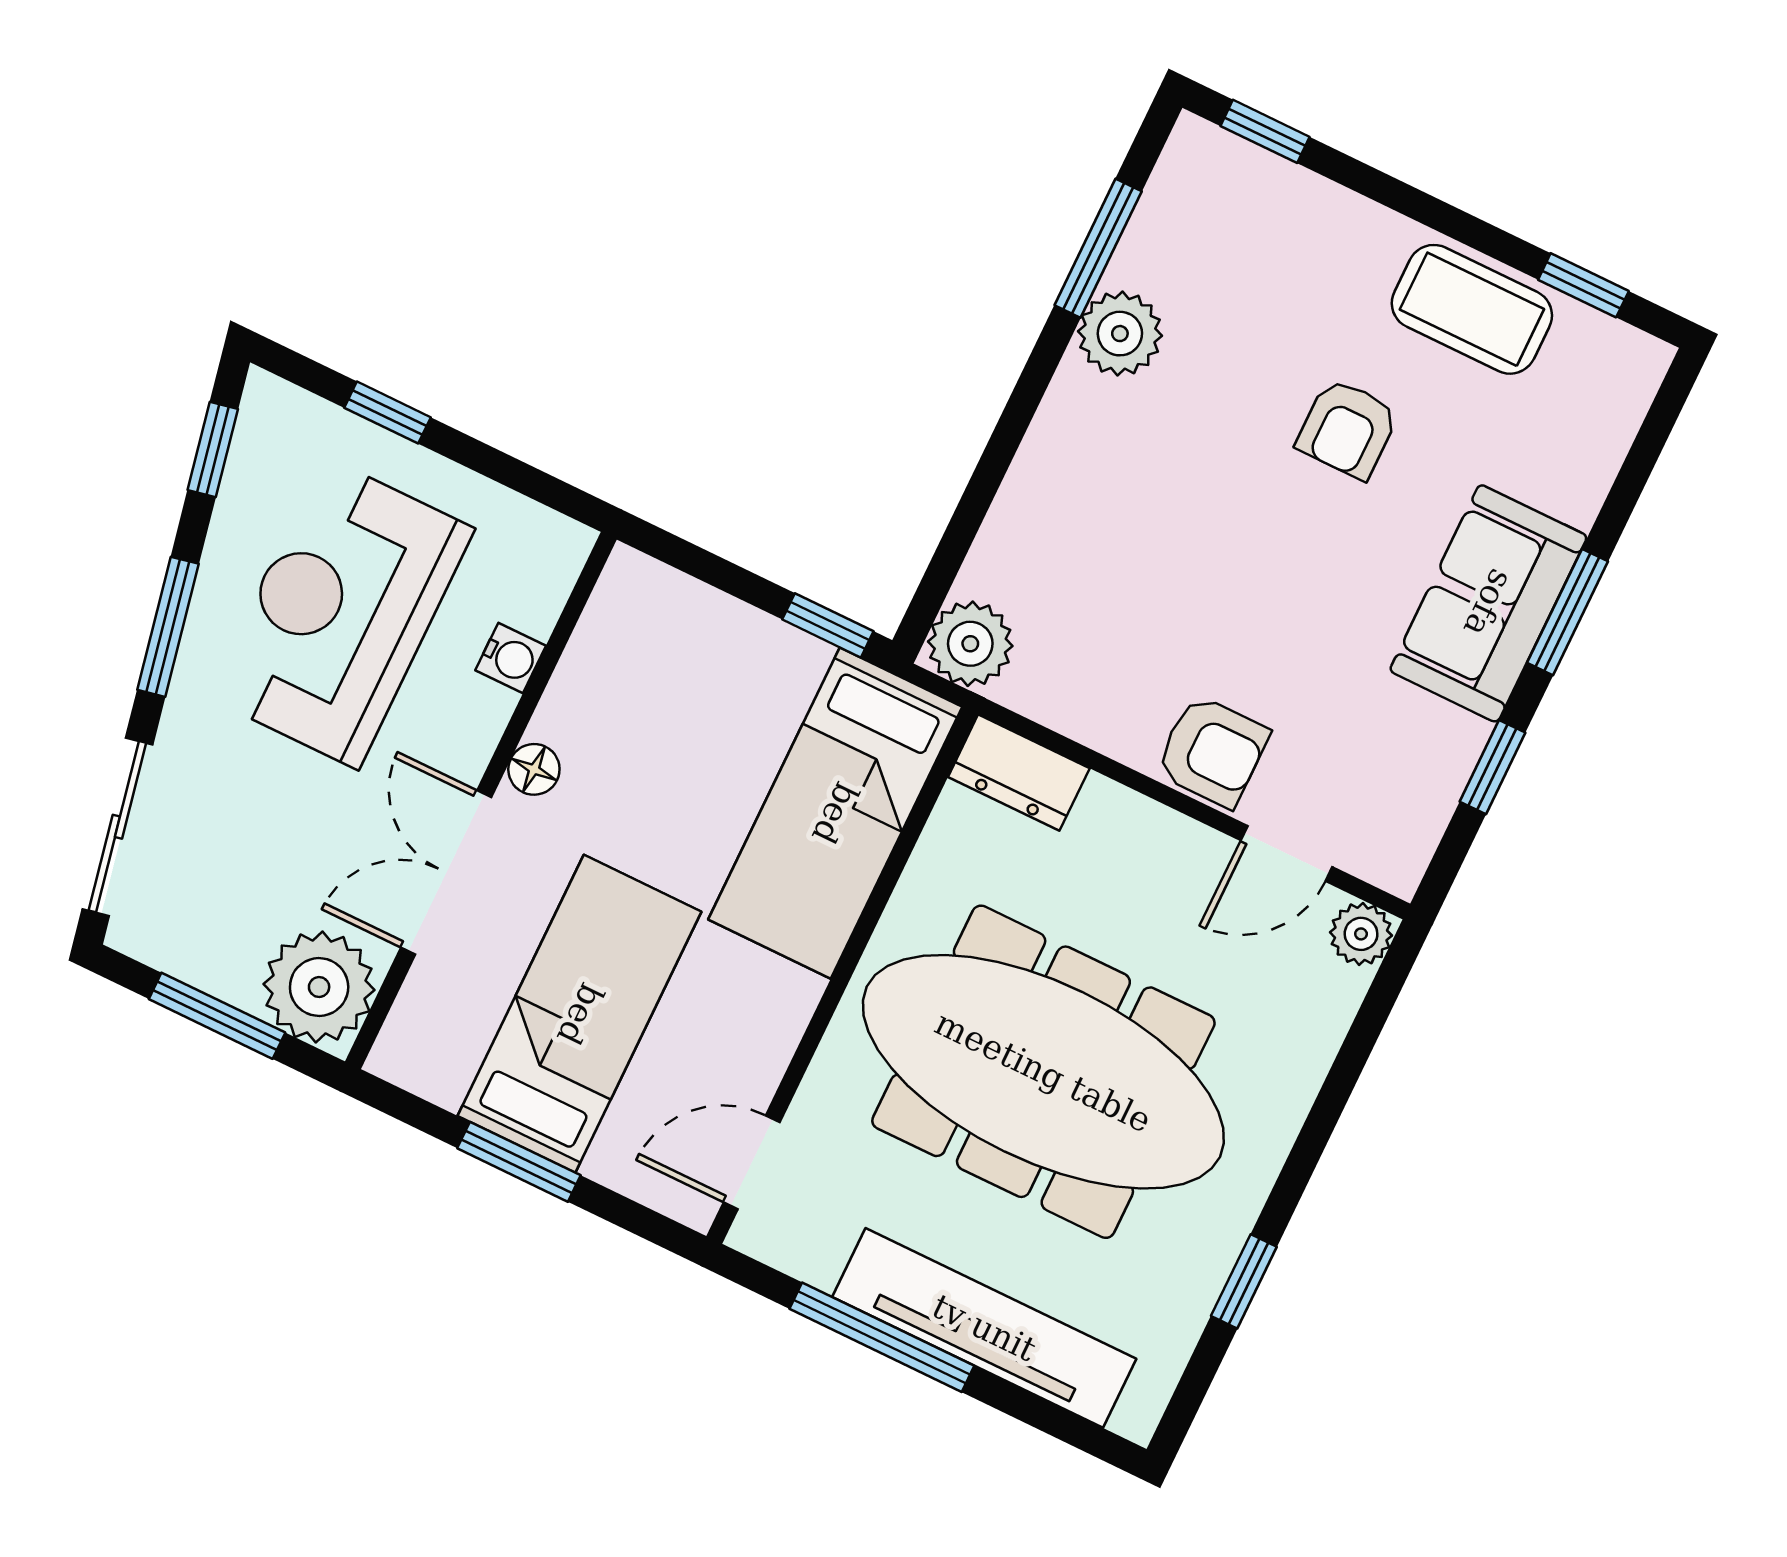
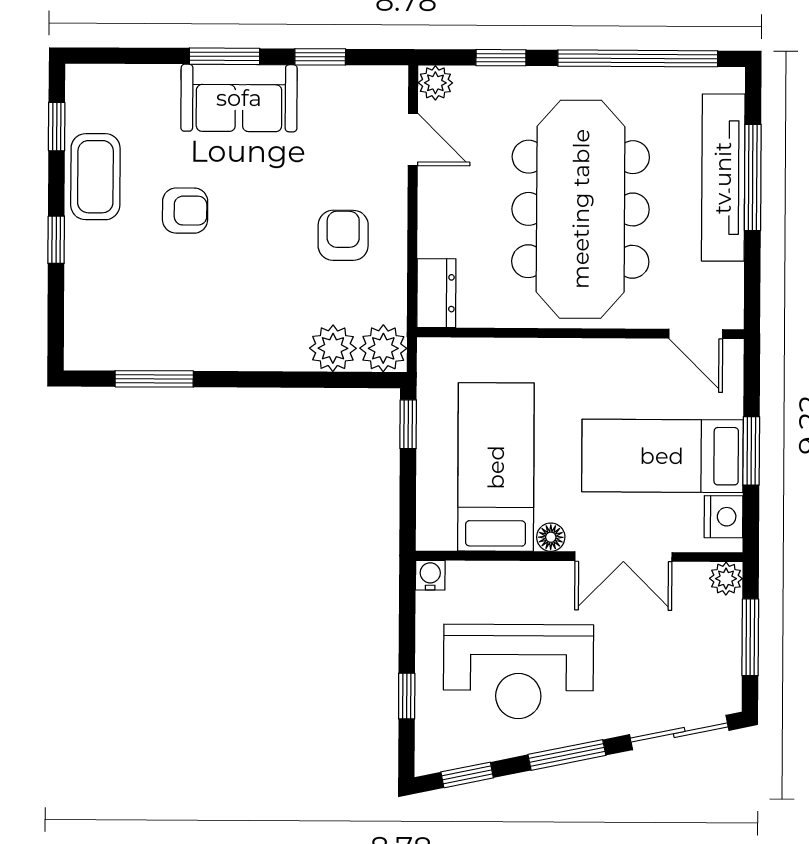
window: (1265, 131) -> (56, 240), moved
plant: (1120, 334) -> (333, 348), moved
water cooler: (511, 658) -> (430, 575), moved
armchair: (1212, 751) -> (343, 235), moved
bed: (835, 813) -> (496, 467), moved, turned -90
plant: (319, 987) -> (726, 579), width x0.53, depth x0.53
window: (1351, 1060) -> (501, 58), added
nightstand: (433, 1066) -> (724, 517), added
window: (1244, 1281) -> (638, 58), width x3.17
window: (882, 1337) -> (753, 177), moved

